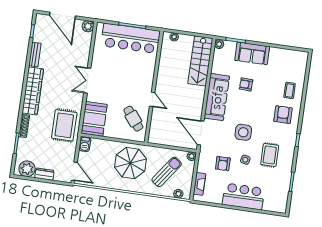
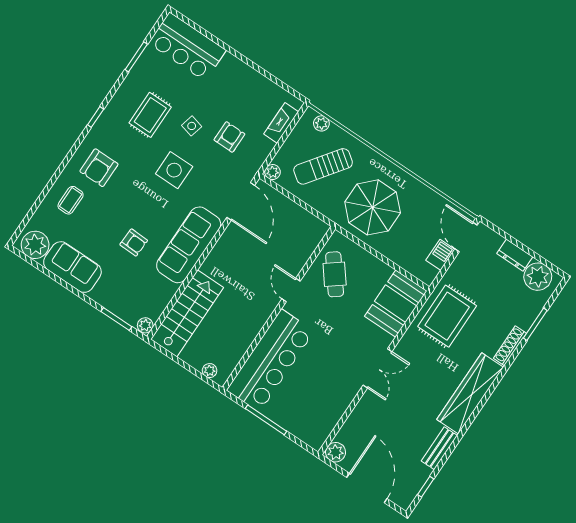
bar counter: (131, 38) -> (270, 361), moved, turned 90
sofa: (252, 53) -> (72, 267), moved
plant: (297, 58) -> (35, 245), added
barbecue: (85, 144) -> (440, 255), moved
bar counter: (243, 196) -> (187, 47), moved

